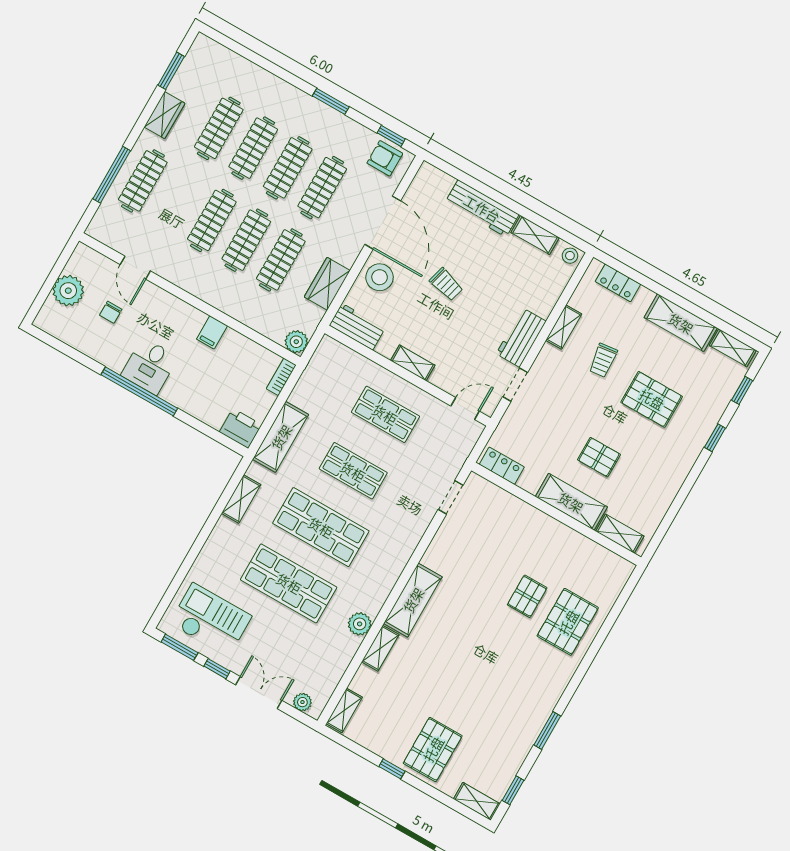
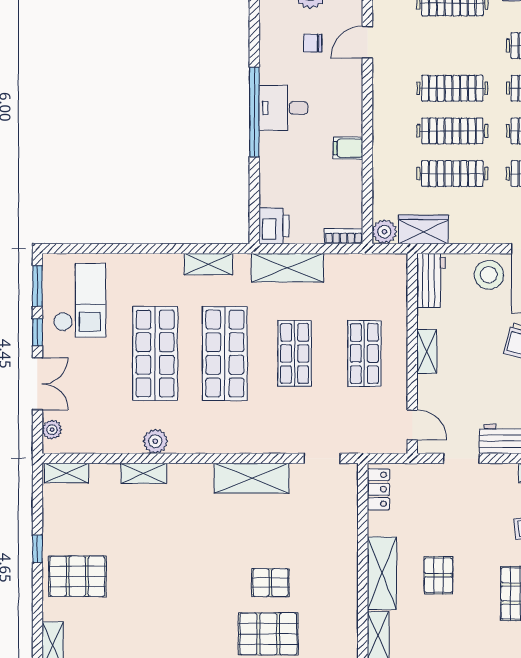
wardrobe: (327, 284) -> (423, 230), moved
shelving: (413, 600) -> (252, 478), moved

